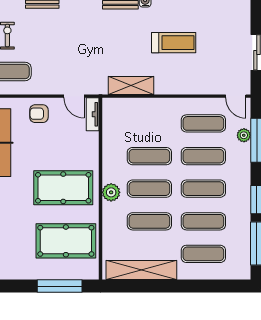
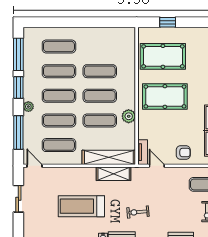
exercise bike: (99, 35) -> (138, 212), added
treadmill: (174, 43) -> (81, 206), width x1.37, depth x1.38
plant: (244, 135) -> (28, 107), moved
plant: (111, 192) -> (129, 116), moved
shelving: (141, 270) -> (109, 157), moved
window: (60, 286) -> (168, 22), width x0.46

